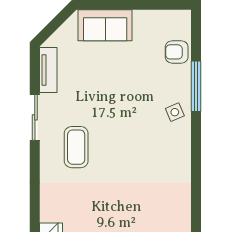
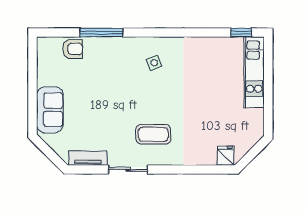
armchair: (177, 52) -> (72, 49), turned -90
side table: (175, 112) -> (154, 63), moved

